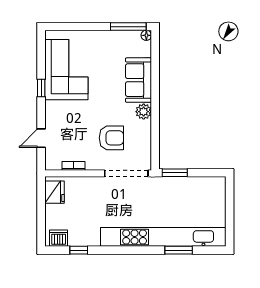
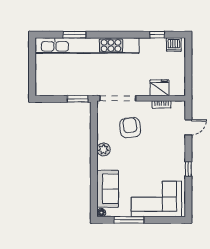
window: (128, 27) -> (129, 220), moved
corner sofa: (66, 70) -> (156, 199), moved, turned 90
sofa: (139, 80) -> (108, 189), moved
armchair: (111, 138) -> (130, 128), turned 83
fridge: (54, 192) -> (159, 88), moved, turned 90

